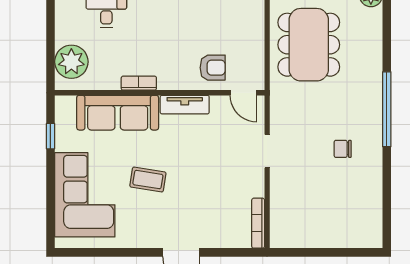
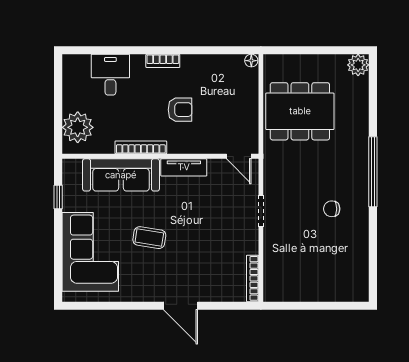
dining table: (309, 45) -> (300, 111), turned 90
armchair: (213, 68) -> (180, 110), moved
bookcase: (139, 83) -> (141, 147), width x1.56

